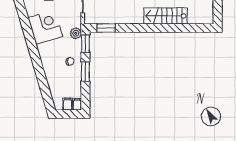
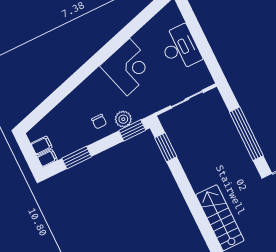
plant: (76, 33) -> (123, 119), moved
window: (85, 72) -> (77, 157), moved

